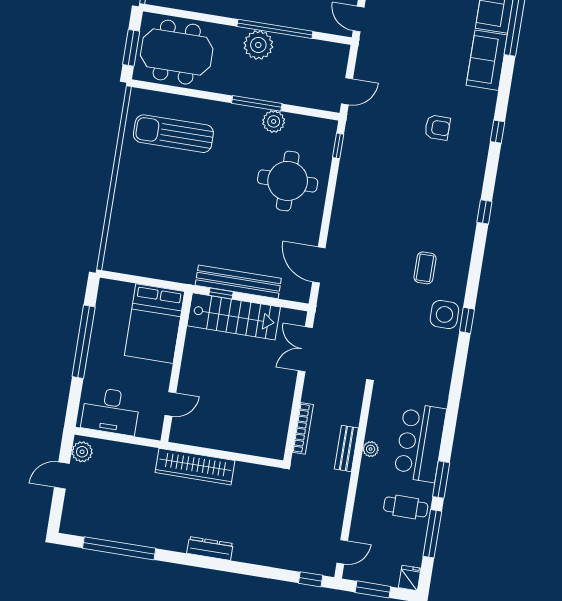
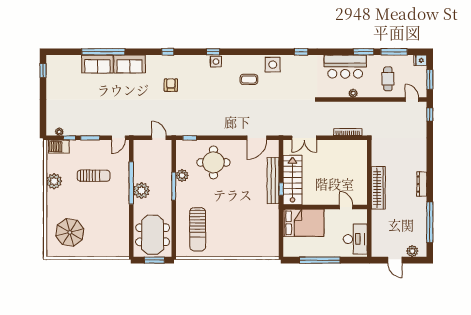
side table: (466, 214) -> (216, 62), added
window: (467, 320) -> (301, 52), moved
bench: (346, 448) -> (355, 106), removed
plant: (82, 452) -> (412, 251), moved
cafe table: (406, 507) -> (388, 79), moved
dresser: (210, 548) -> (422, 184), moved

